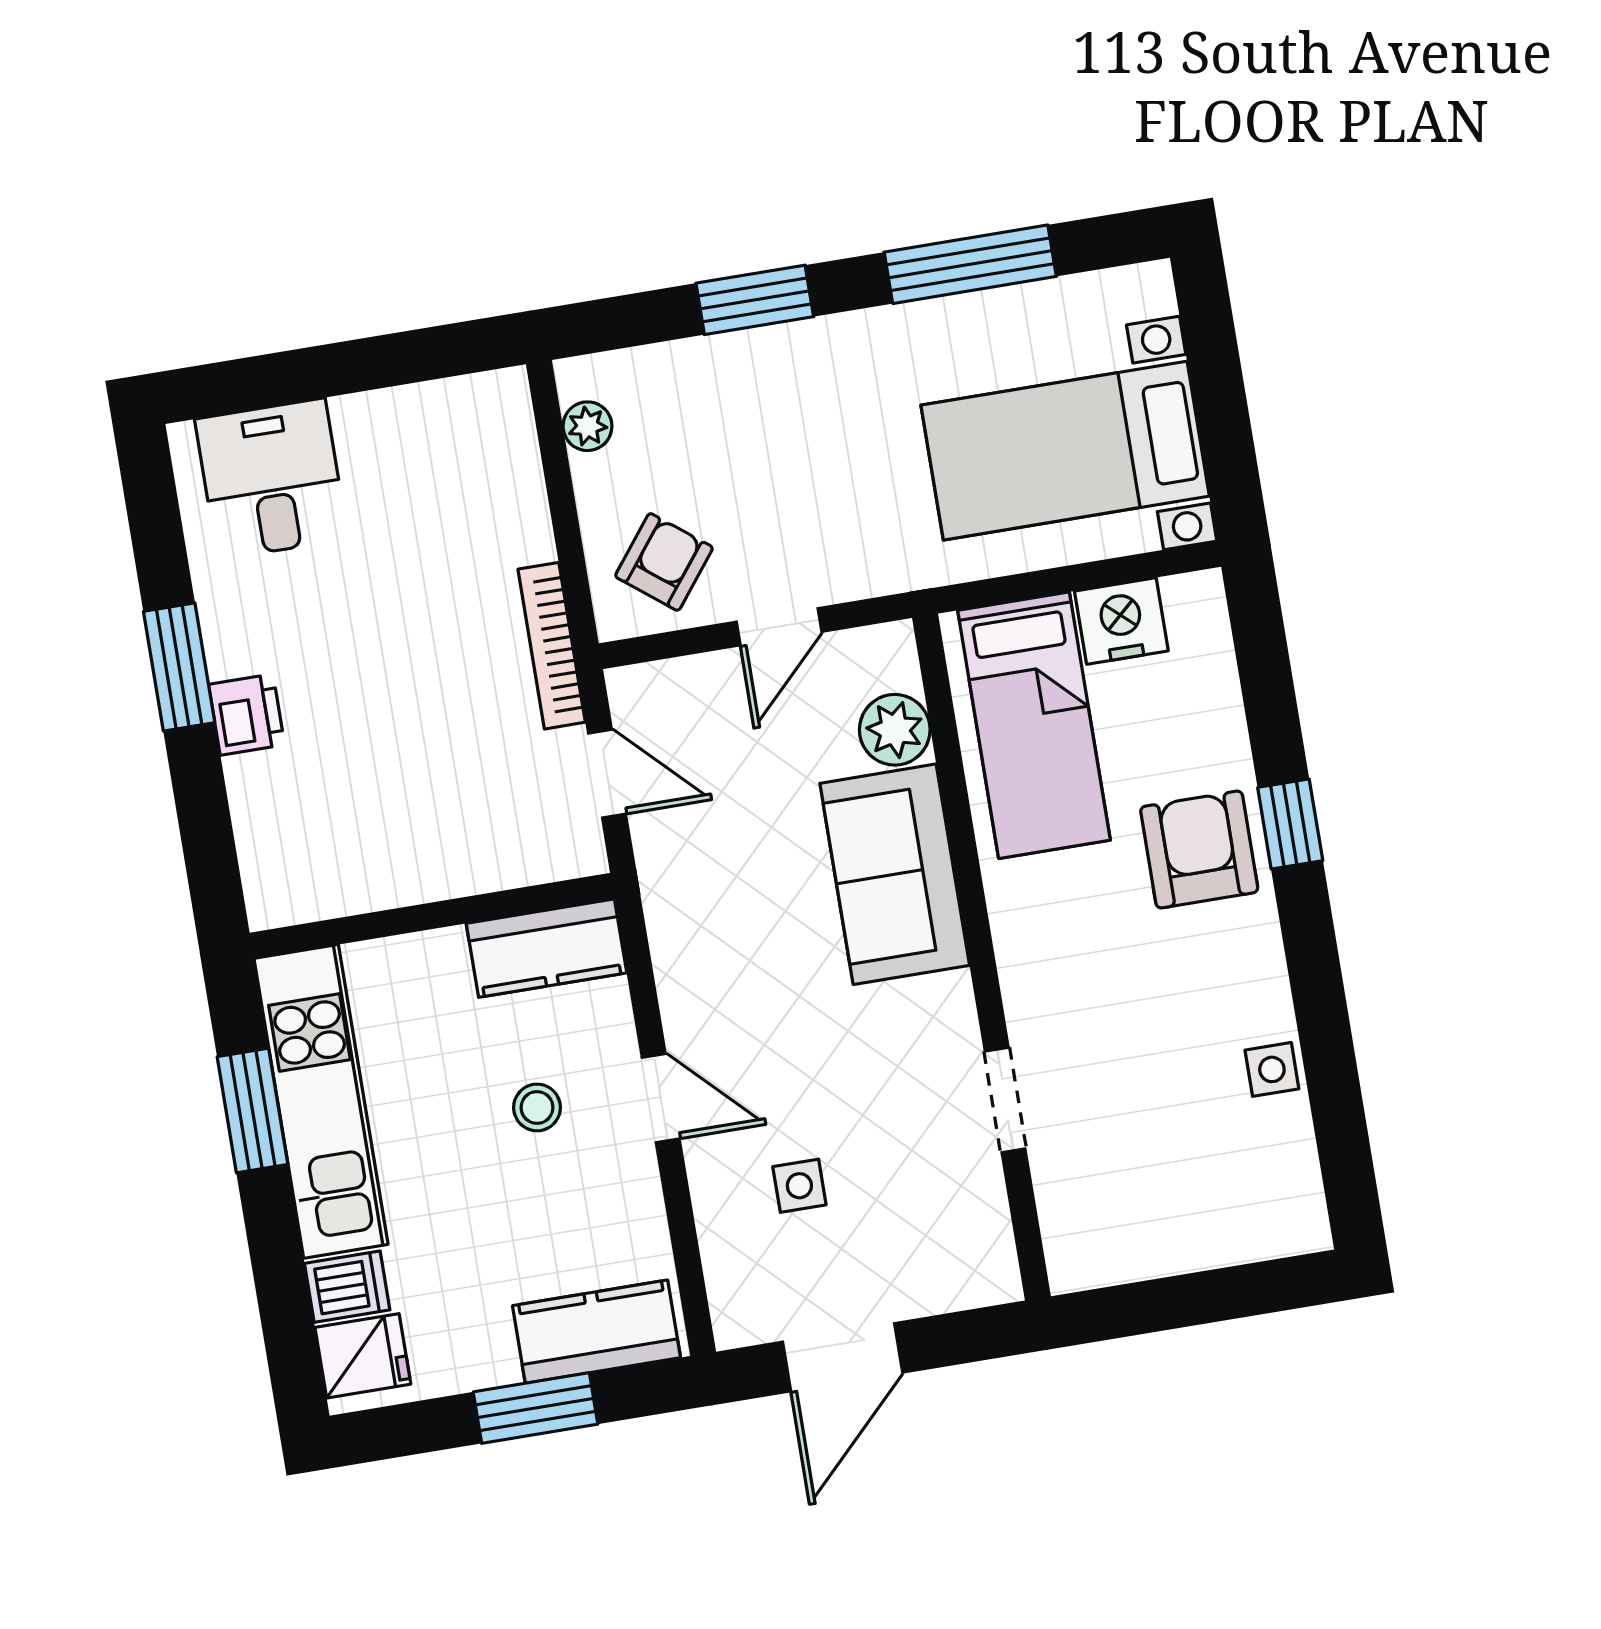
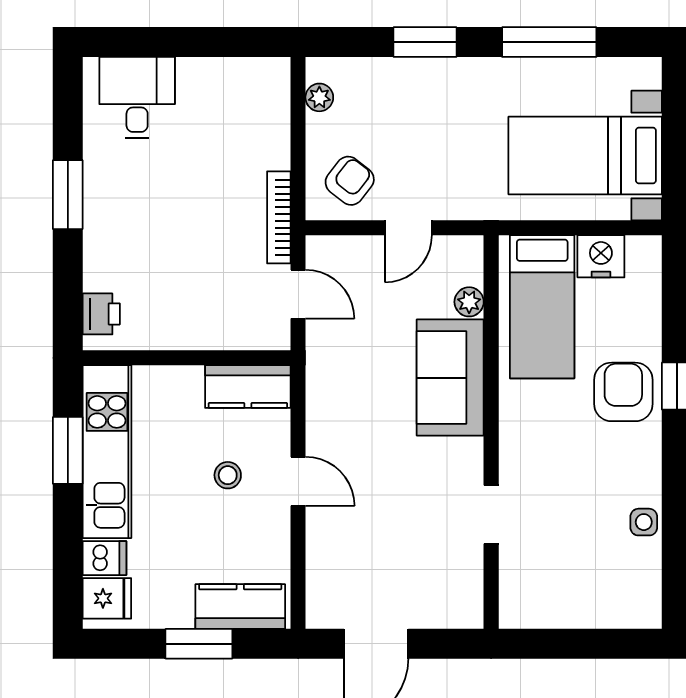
printer: (247, 715) -> (101, 314), moved
plant: (895, 730) -> (469, 302), width x0.73, depth x0.73
side table: (799, 1186) -> (368, 543), removed

